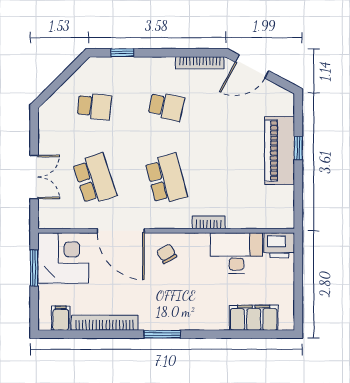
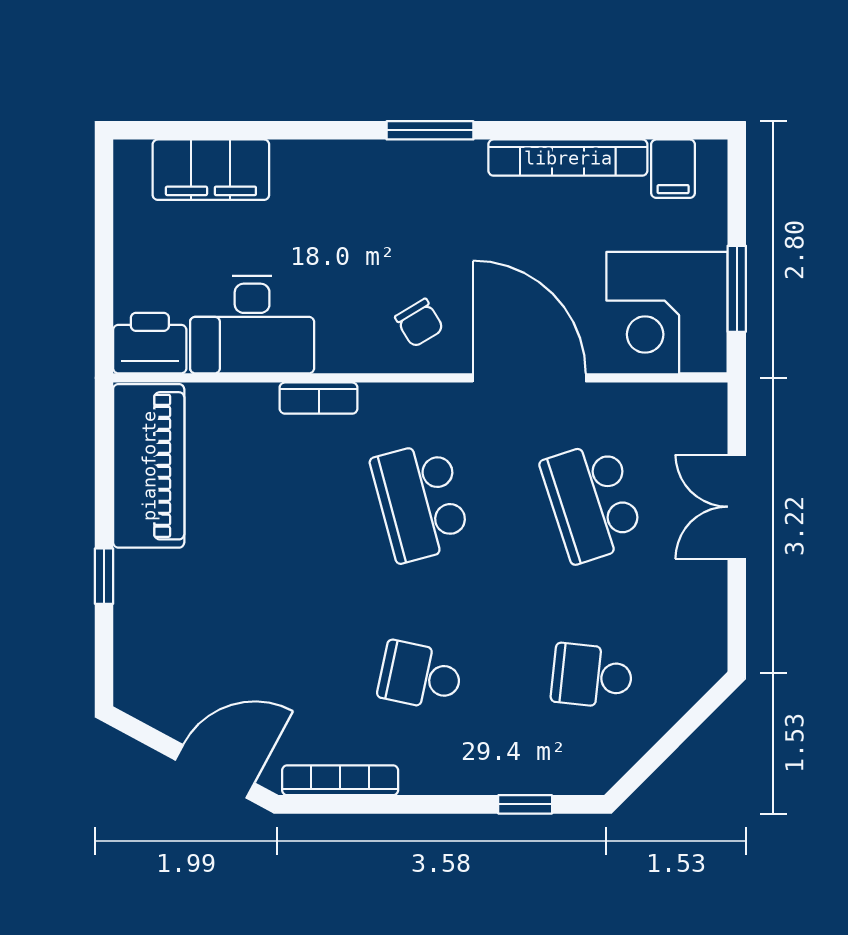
piano: (280, 151) -> (149, 466), moved

